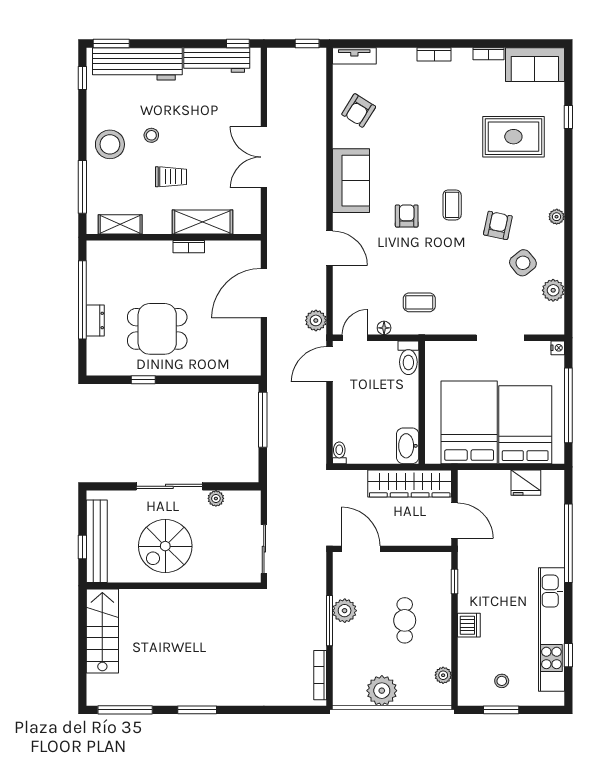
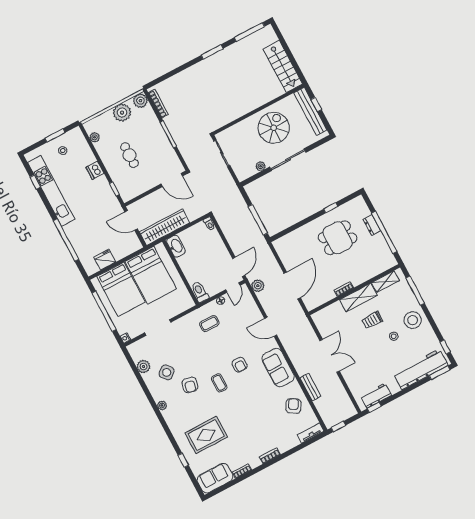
workbench: (217, 60) -> (376, 396), width x0.73
bench: (318, 125) -> (310, 387), added
shelving: (202, 222) -> (358, 297), moved
plant: (345, 611) -> (140, 101), moved

